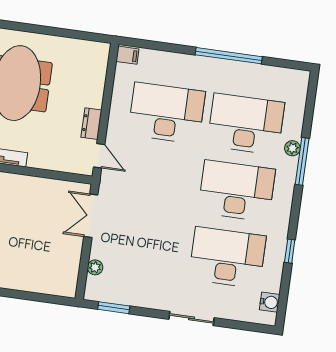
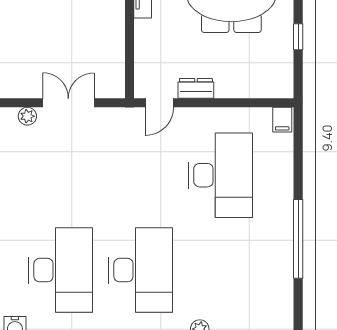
window: (60, 32) -> (298, 37), added
desk: (246, 124) -> (221, 270), removed
double door: (91, 216) -> (68, 103), moved

